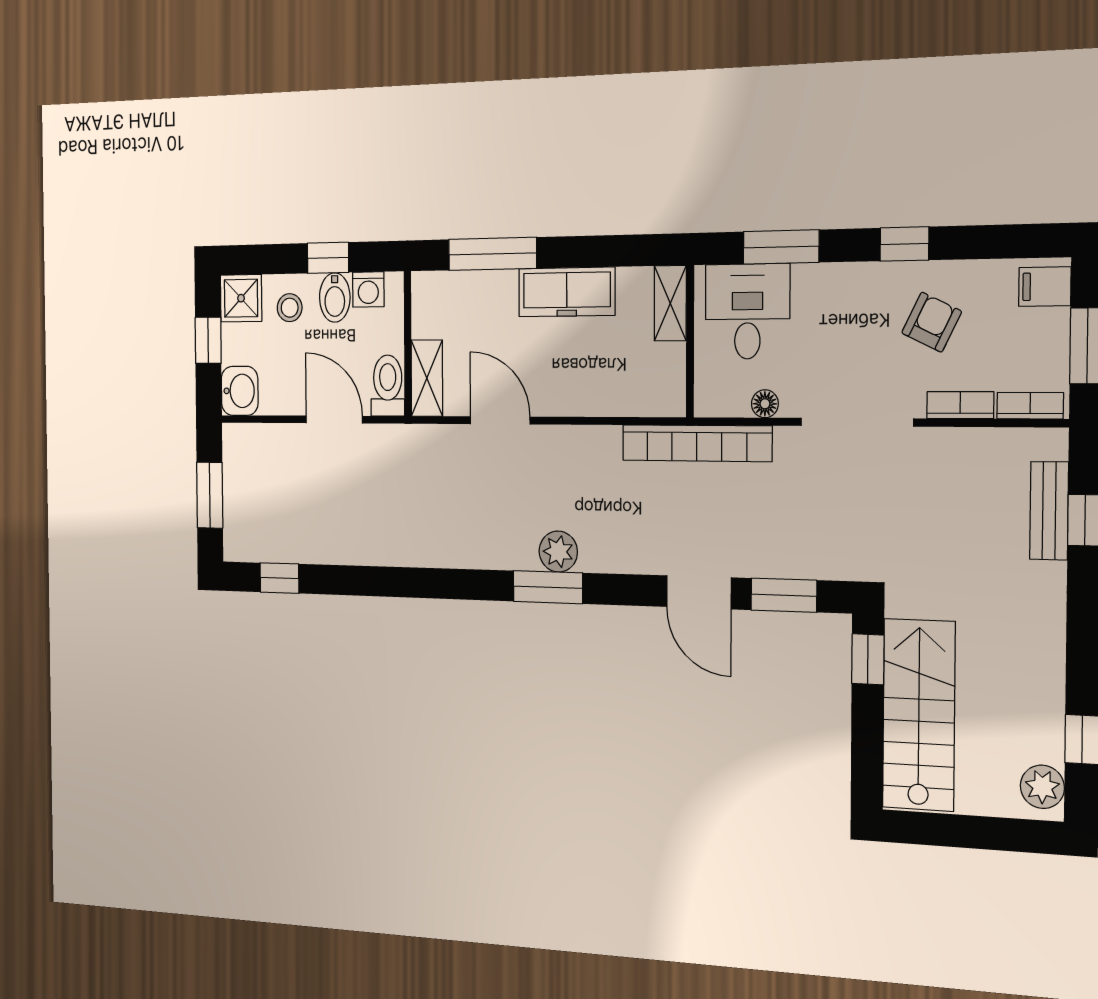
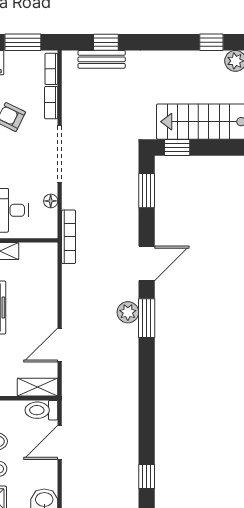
bookcase: (697, 443) -> (69, 237), width x0.68, depth x0.76
door: (699, 592) -> (147, 263), moved

